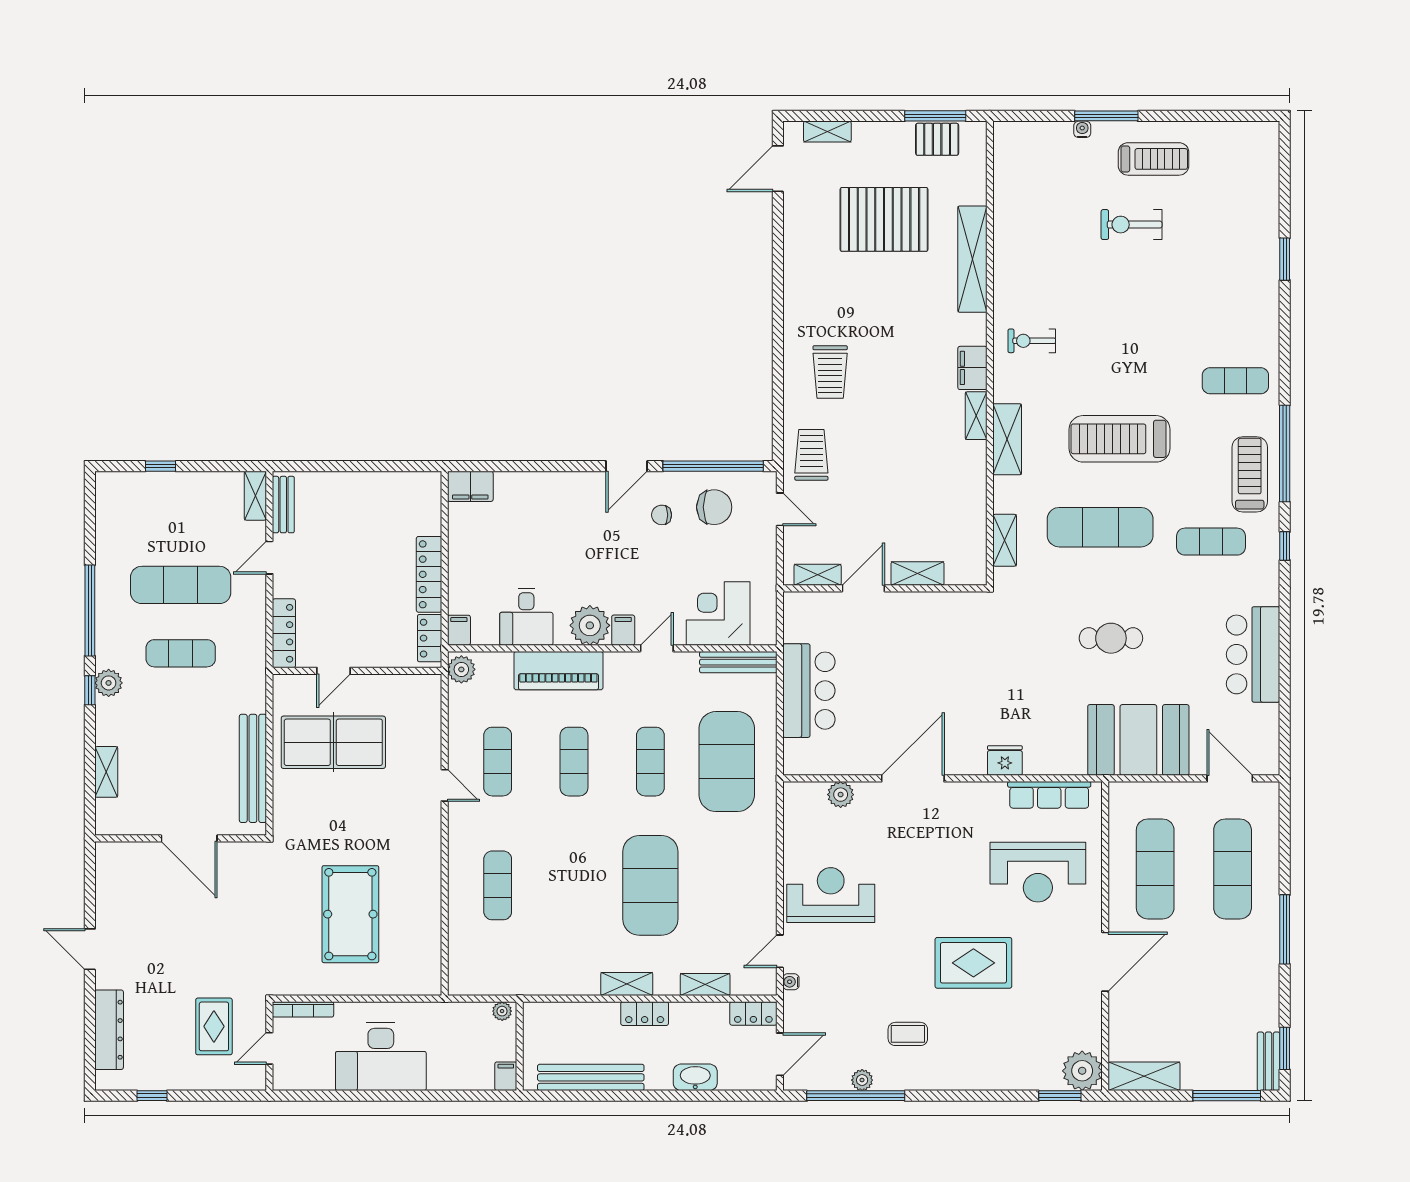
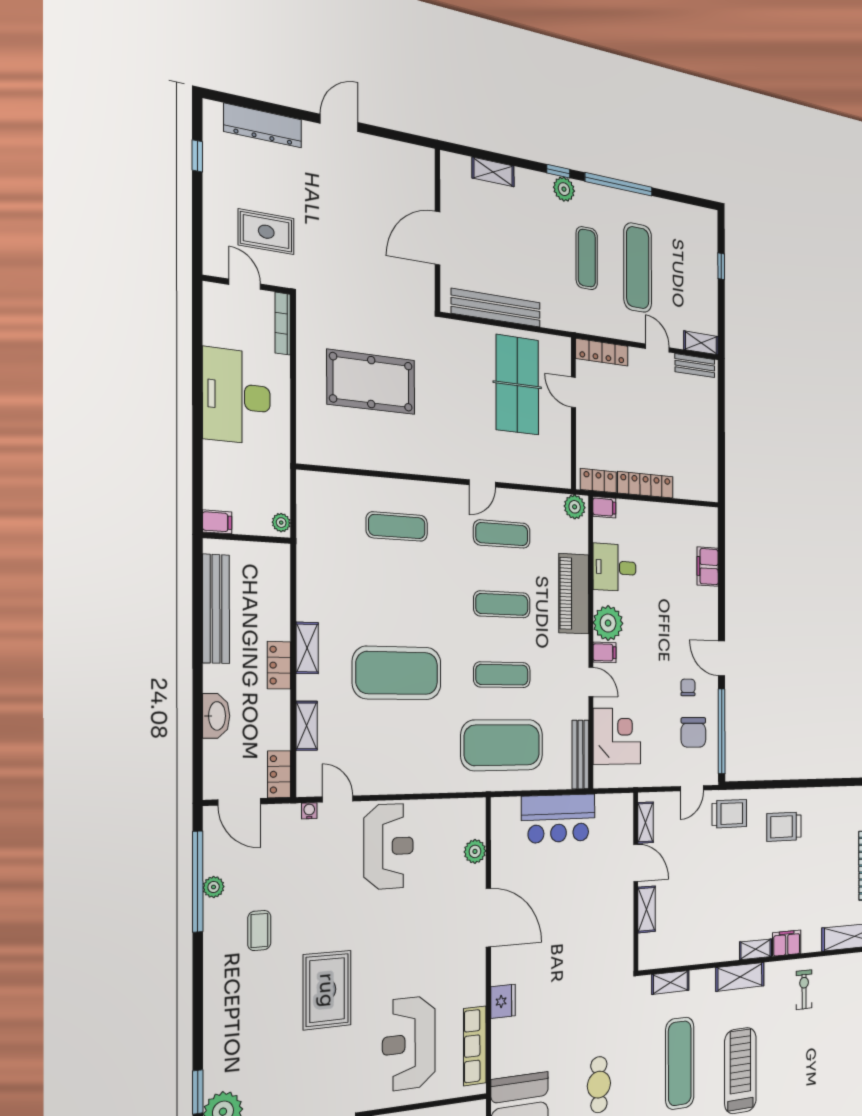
filing cabinet: (470, 486) -> (708, 567), moved

